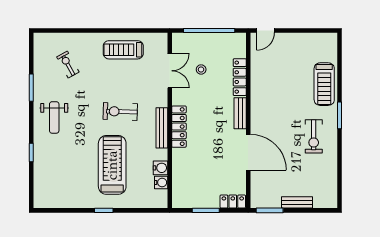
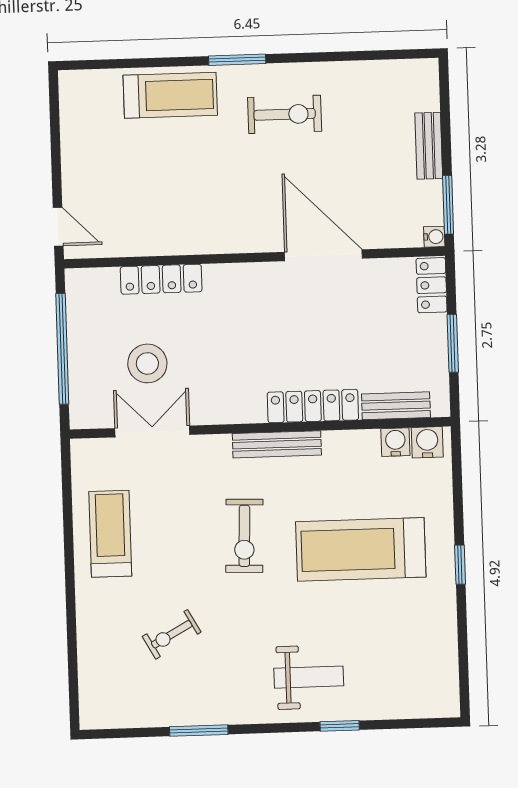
treadmill: (123, 50) -> (110, 534), turned 180
exercise bike: (68, 65) -> (172, 634), moved
stool: (201, 69) -> (147, 363), width x1.89, depth x1.89
bench: (240, 113) -> (396, 406), moved
weight bench: (54, 117) -> (309, 677), moved
locker: (179, 127) -> (313, 406), moved
door: (248, 152) -> (323, 255), hinge flipped
water cooler: (160, 168) -> (427, 442), moved
water cooler: (255, 203) -> (434, 237), added

